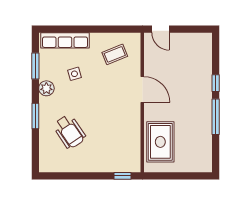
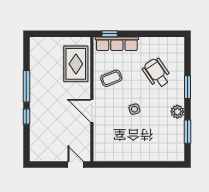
row of seats: (65, 40) -> (117, 44), moved, turned 180
coffee table: (115, 54) -> (111, 78), moved
side table: (74, 74) -> (134, 109), moved

